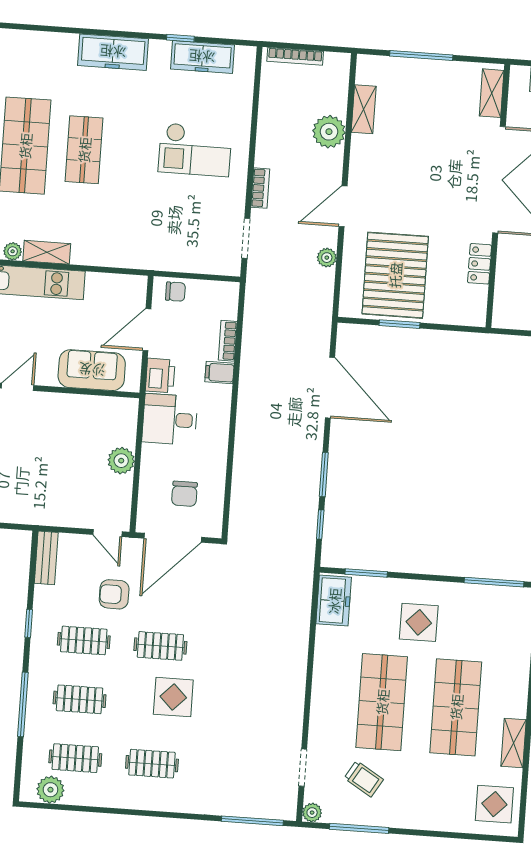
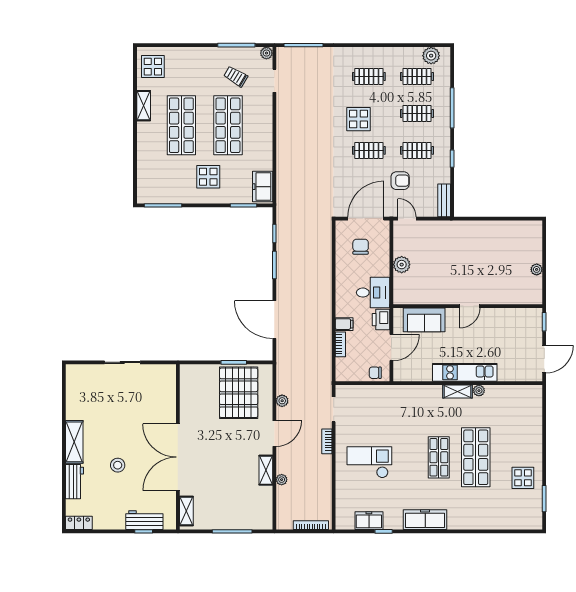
freezer: (202, 57) -> (369, 521), width x0.71
shelving: (364, 109) -> (266, 470), moved
plant: (329, 132) -> (282, 480), width x0.53, depth x0.53
locker: (480, 264) -> (186, 404), removed

